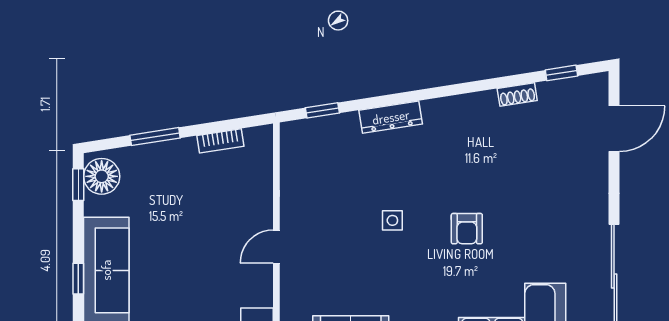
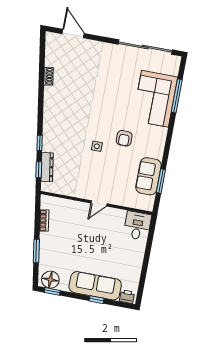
window: (561, 73) -> (40, 143), moved
dresser: (391, 117) -> (47, 167), moved
armchair: (467, 229) -> (124, 138), moved, turned 90
door: (276, 247) -> (99, 203), hinge flipped

